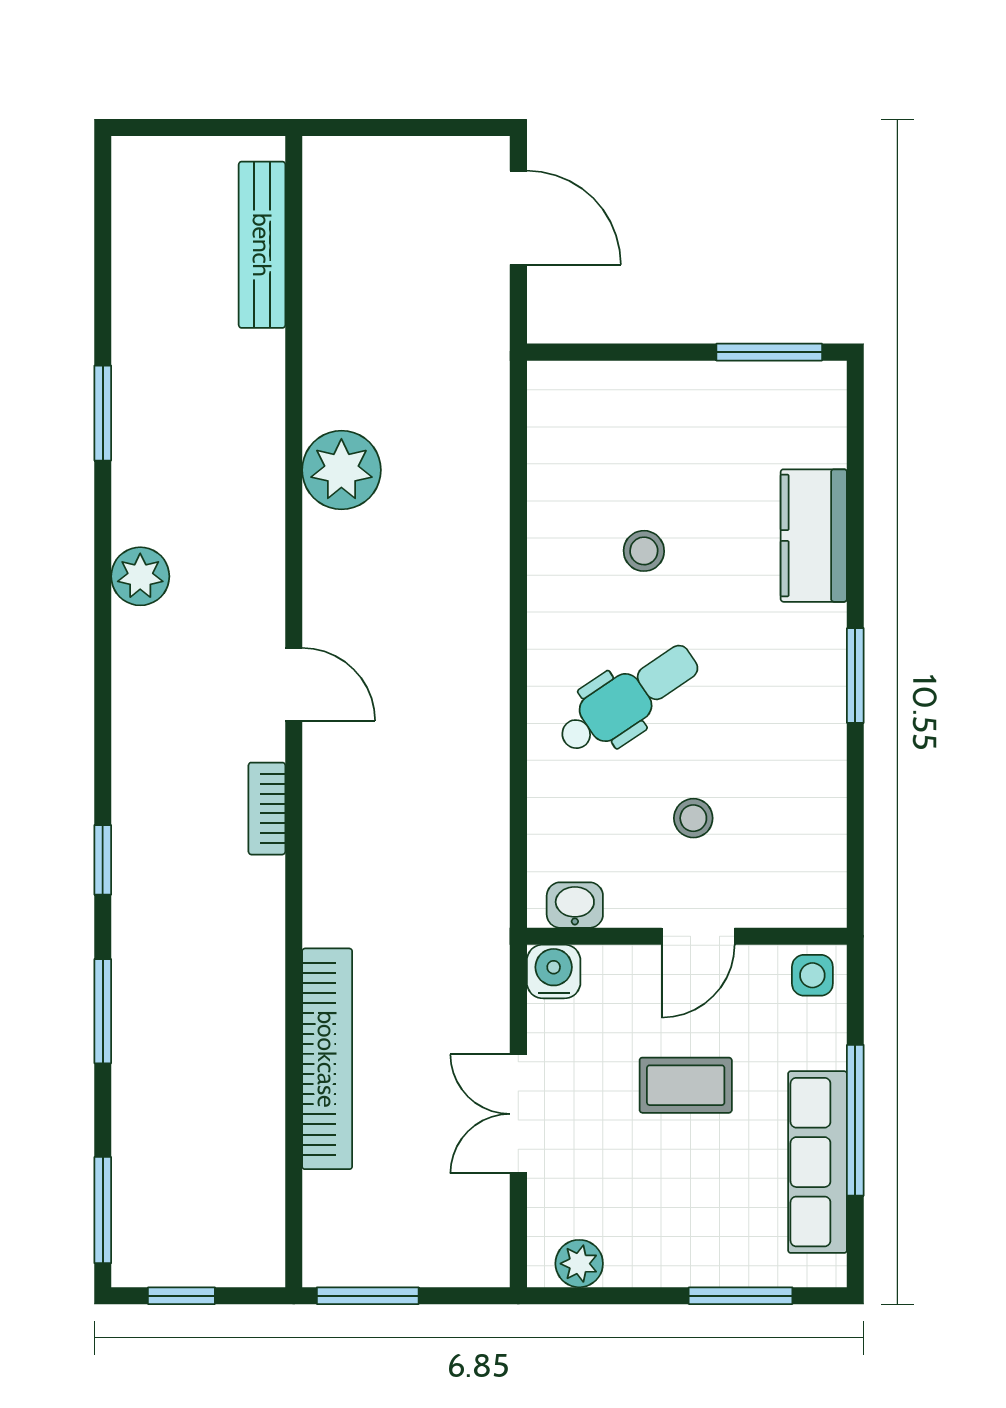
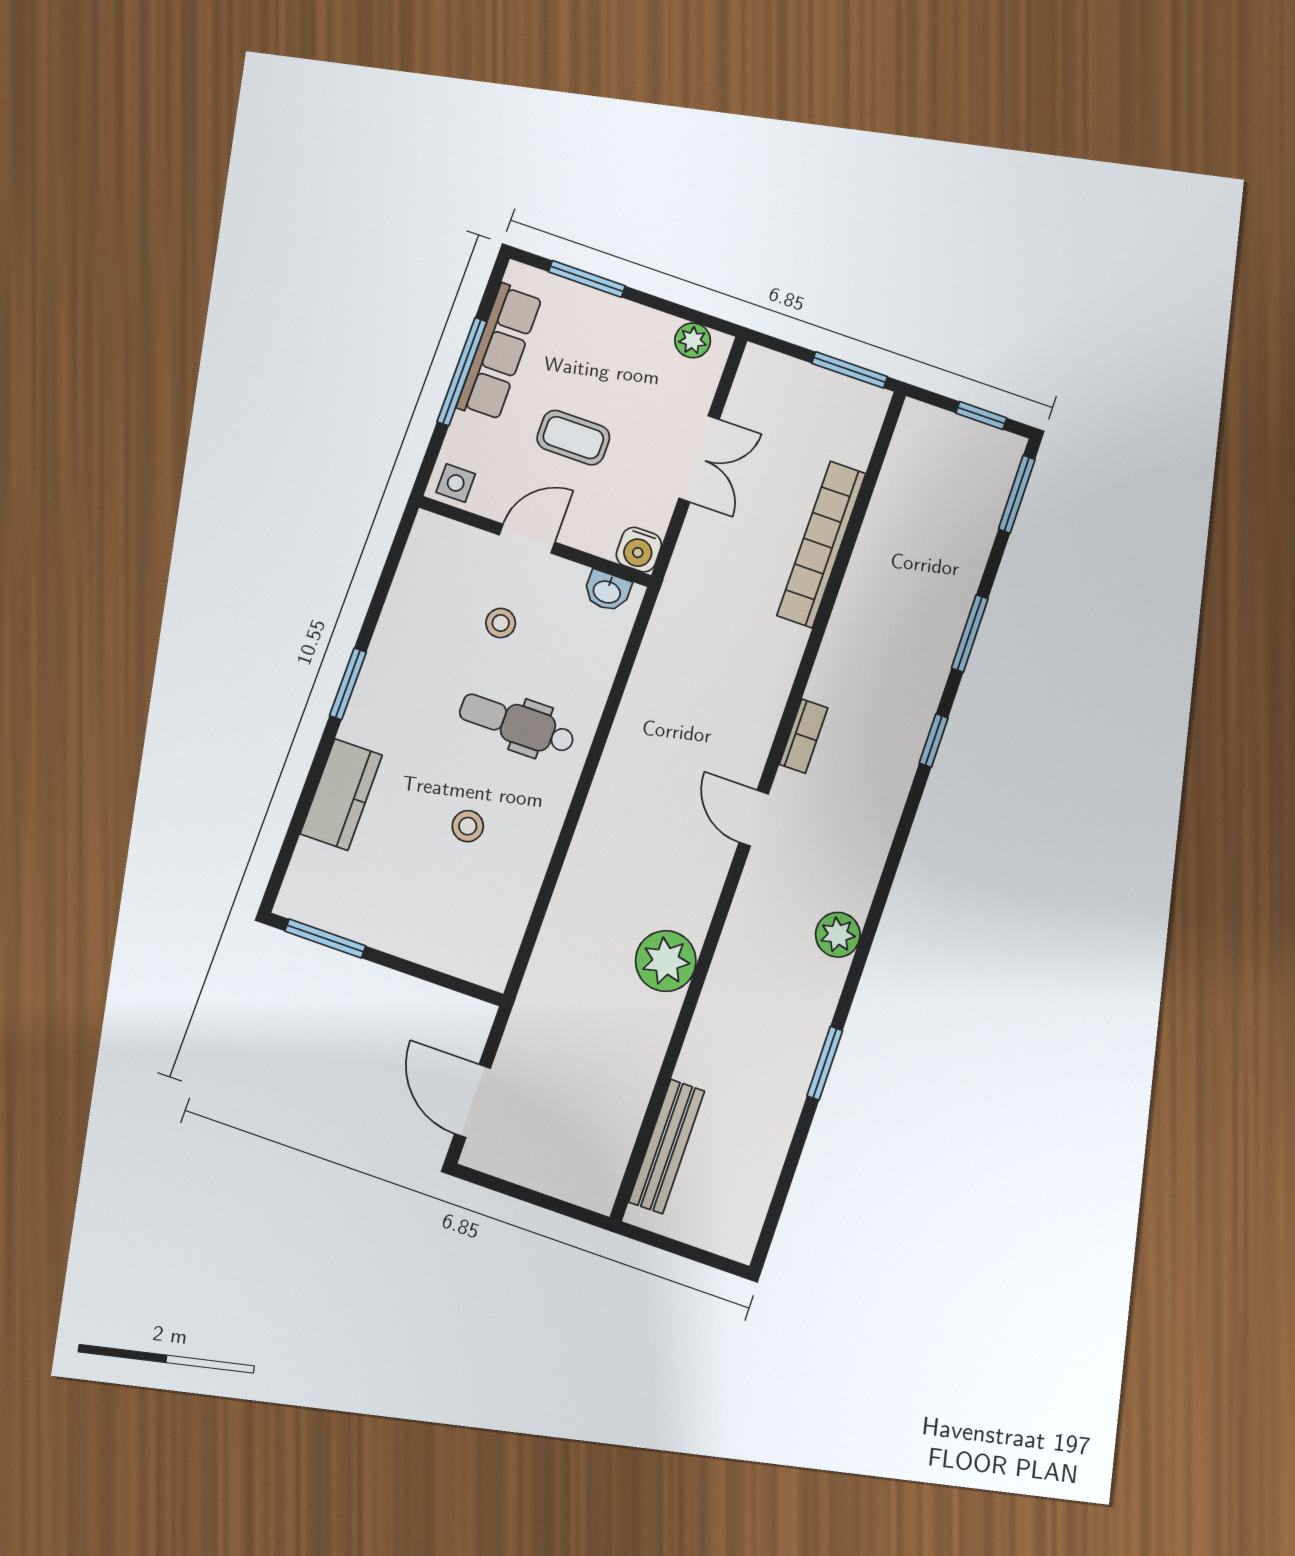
dental chair: (628, 699) -> (517, 724), turned 34

